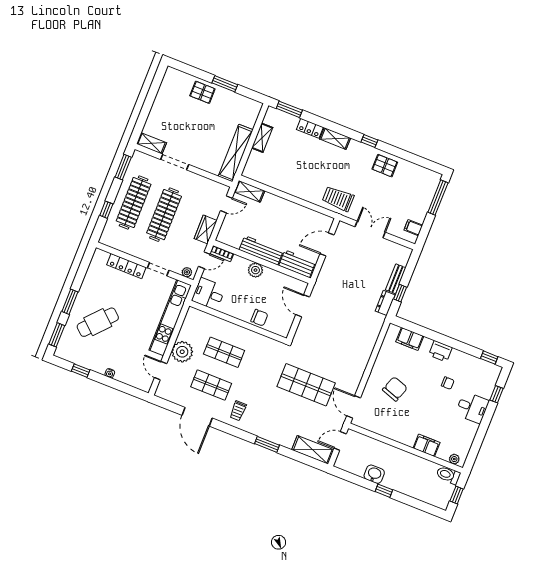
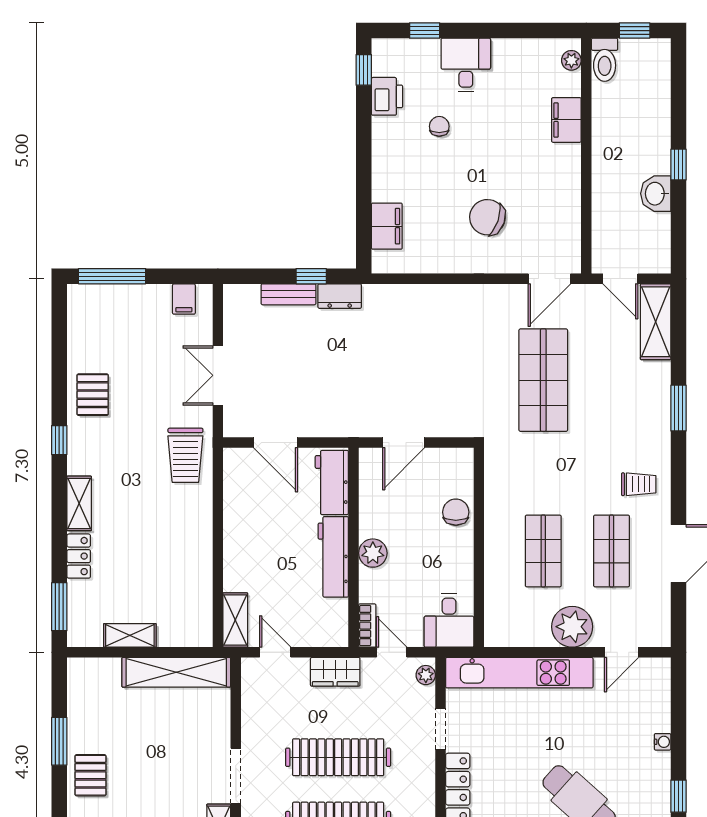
printer: (440, 351) -> (387, 96), moved

